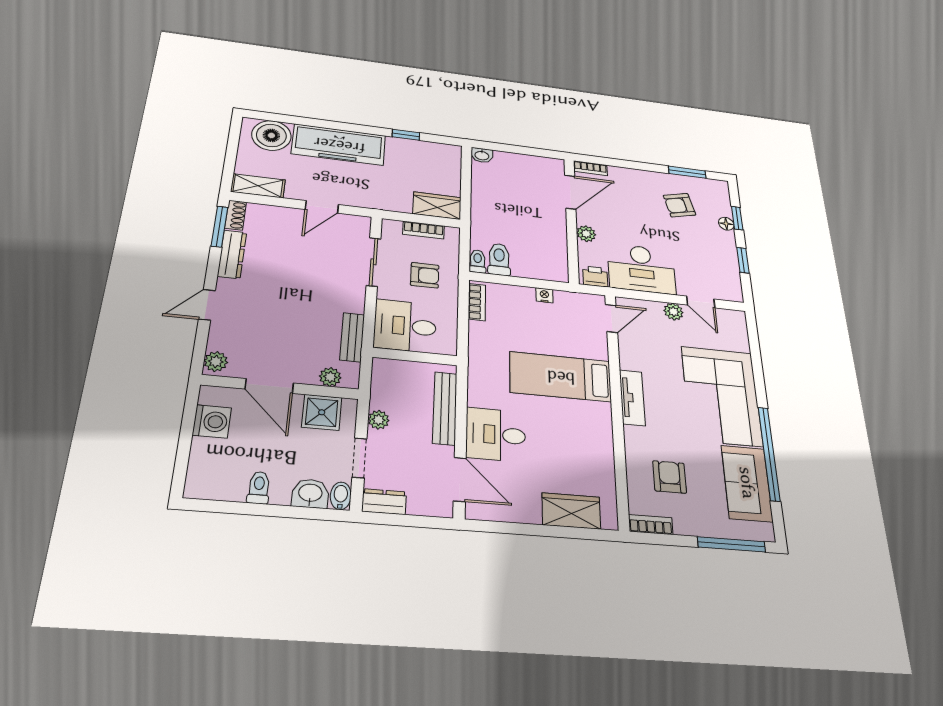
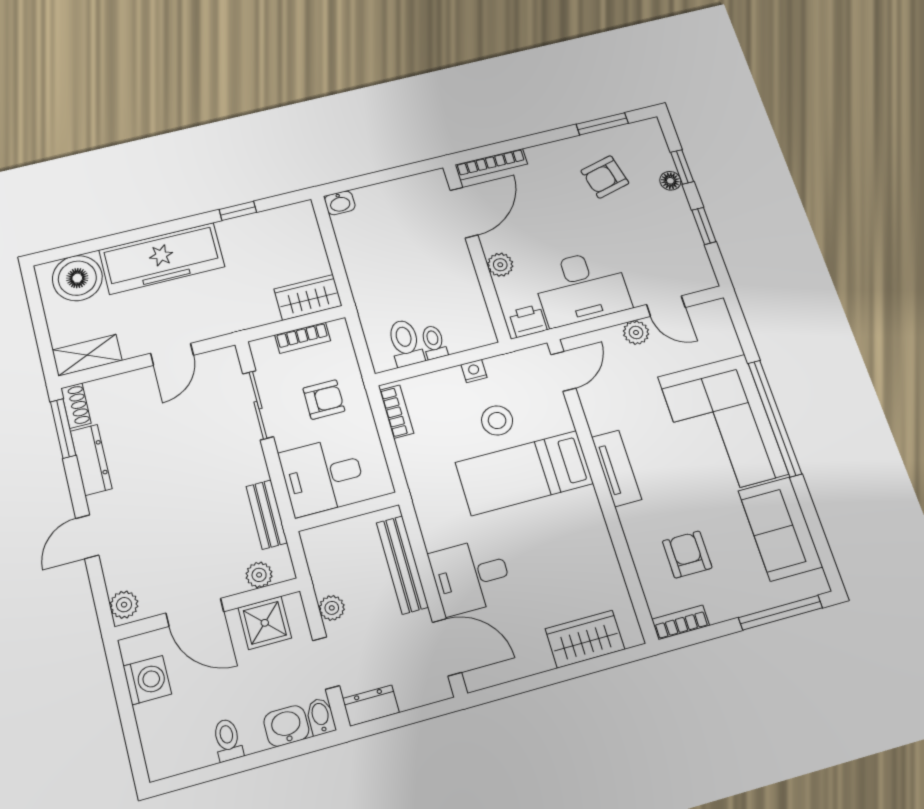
bookcase: (590, 168) -> (491, 164), width x1.56
toilet: (478, 261) -> (434, 342), moved
stool: (551, 334) -> (497, 421), added
window: (769, 453) -> (775, 418), moved

